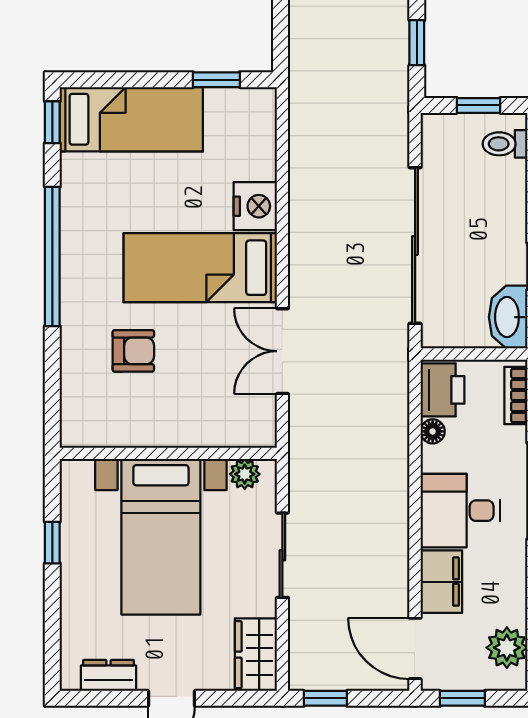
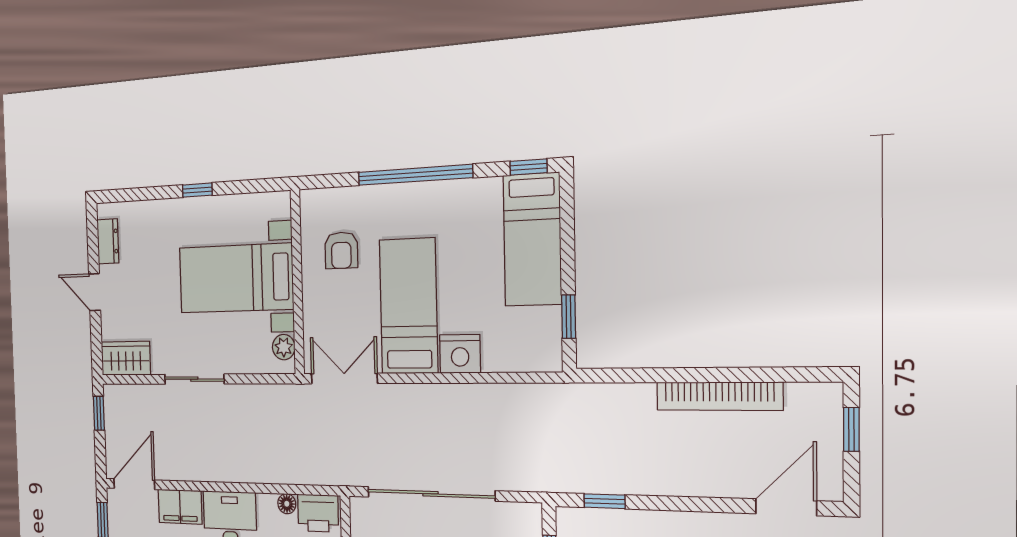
wall: (168, 453) -> (297, 282), moved
plant: (245, 474) -> (284, 347), moved
bed with nightstands: (161, 537) -> (236, 278), moved

